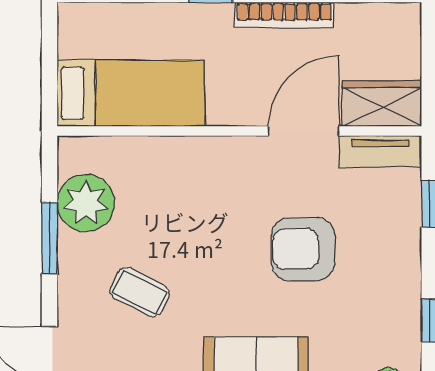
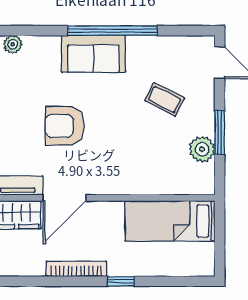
plant: (86, 203) -> (202, 149), width x0.73, depth x0.73
armchair: (303, 249) -> (65, 126), turned 180

